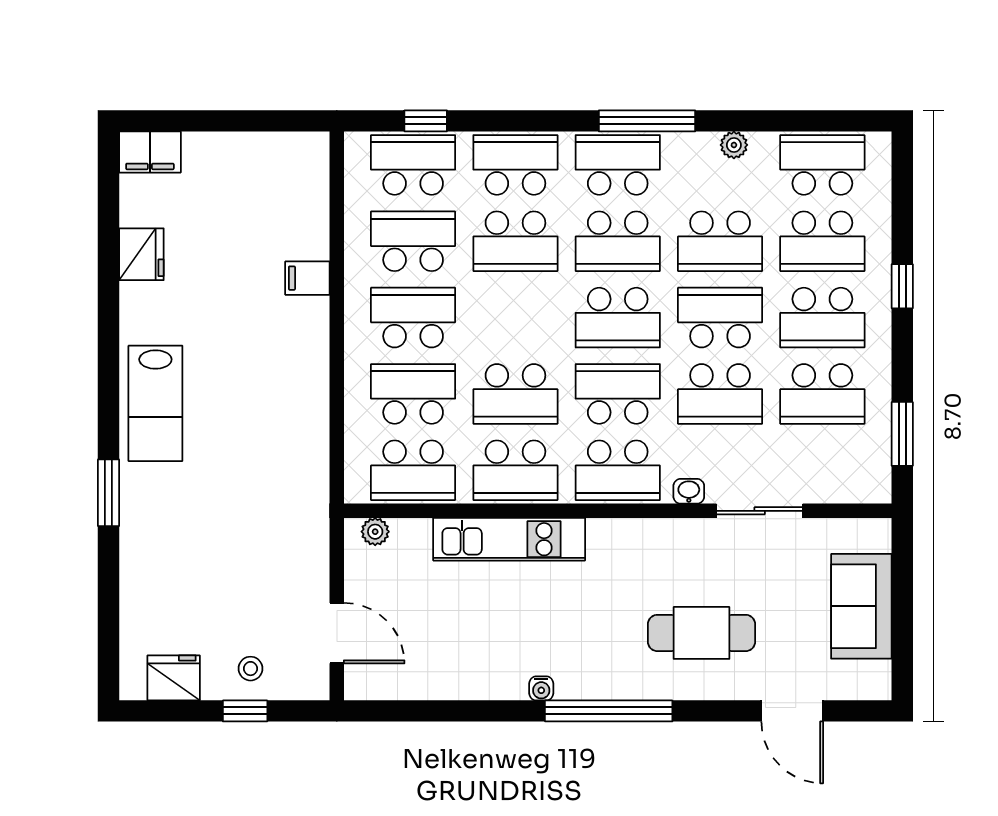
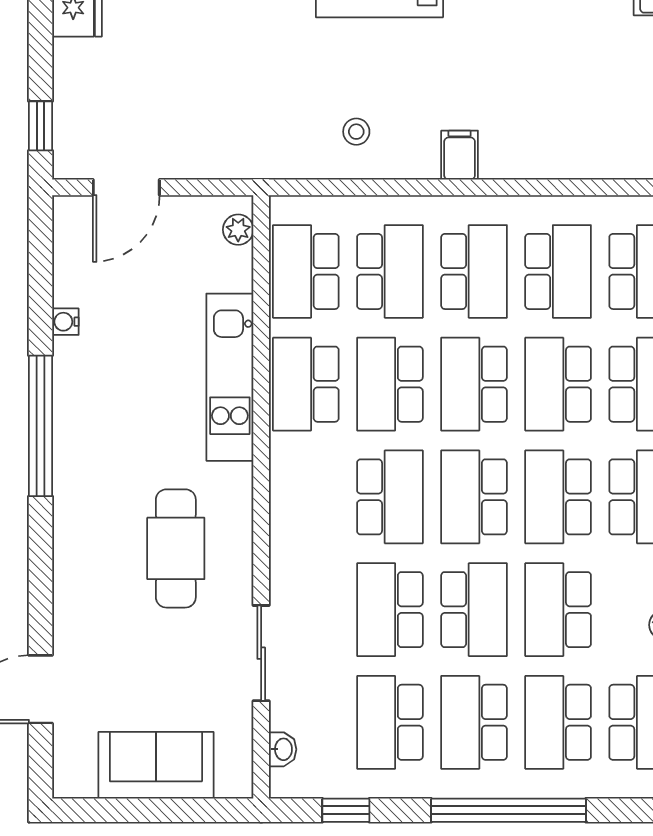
filing cabinet: (307, 278) -> (460, 155), moved
window: (902, 286) -> (509, 810), width x3.17
window: (902, 434) -> (346, 810), width x0.67
school desk: (618, 470) -> (474, 384), moved
washbasin: (689, 491) -> (283, 749), moved
cafe table: (702, 633) -> (176, 548), moved
stool: (250, 669) -> (356, 132), moved
water cooler: (541, 688) -> (65, 322), moved
window: (245, 711) -> (41, 126), moved
window: (609, 711) -> (41, 426), moved

